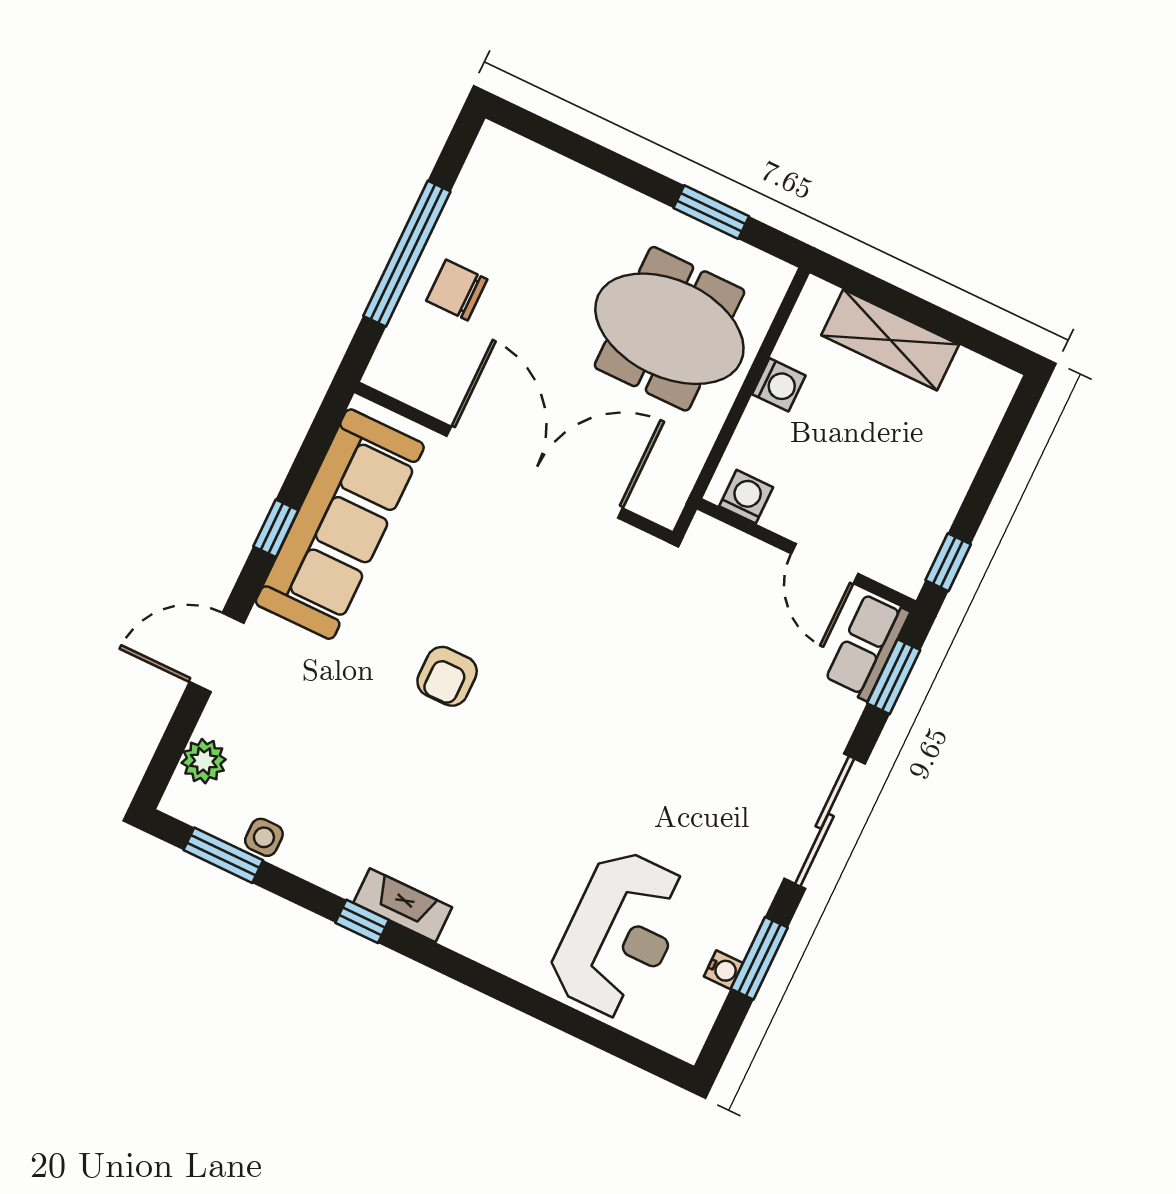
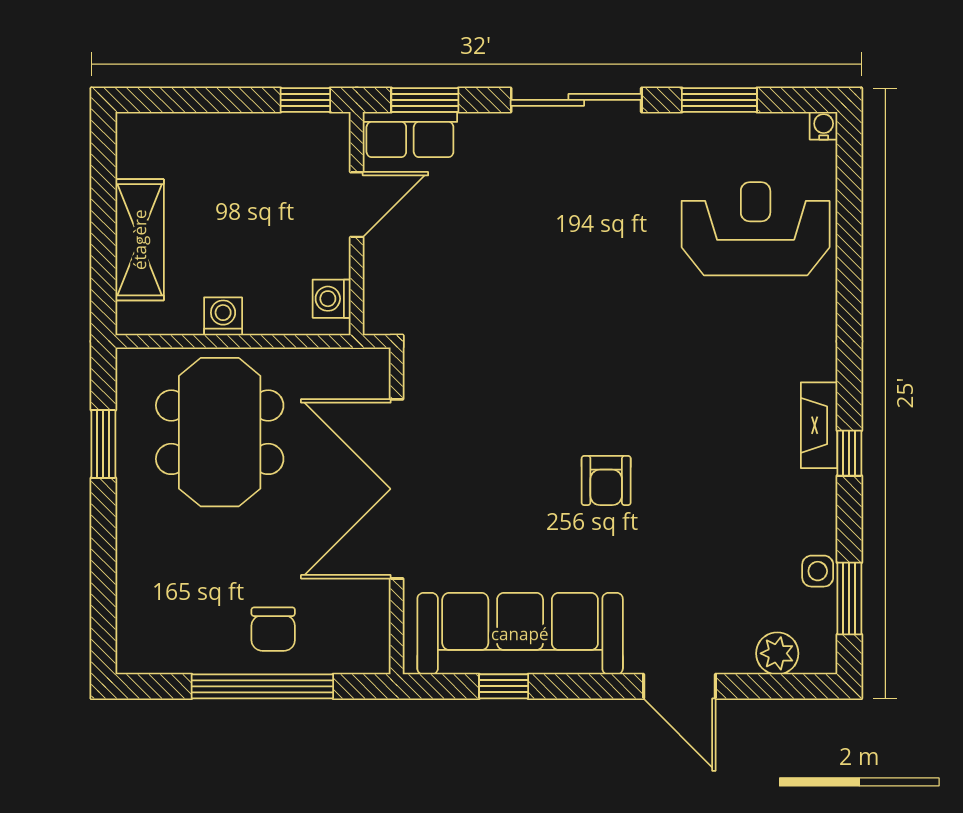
window: (276, 528) -> (504, 686), moved
armchair: (447, 676) -> (606, 481), turned 90
water cooler: (723, 970) -> (824, 126), moved

